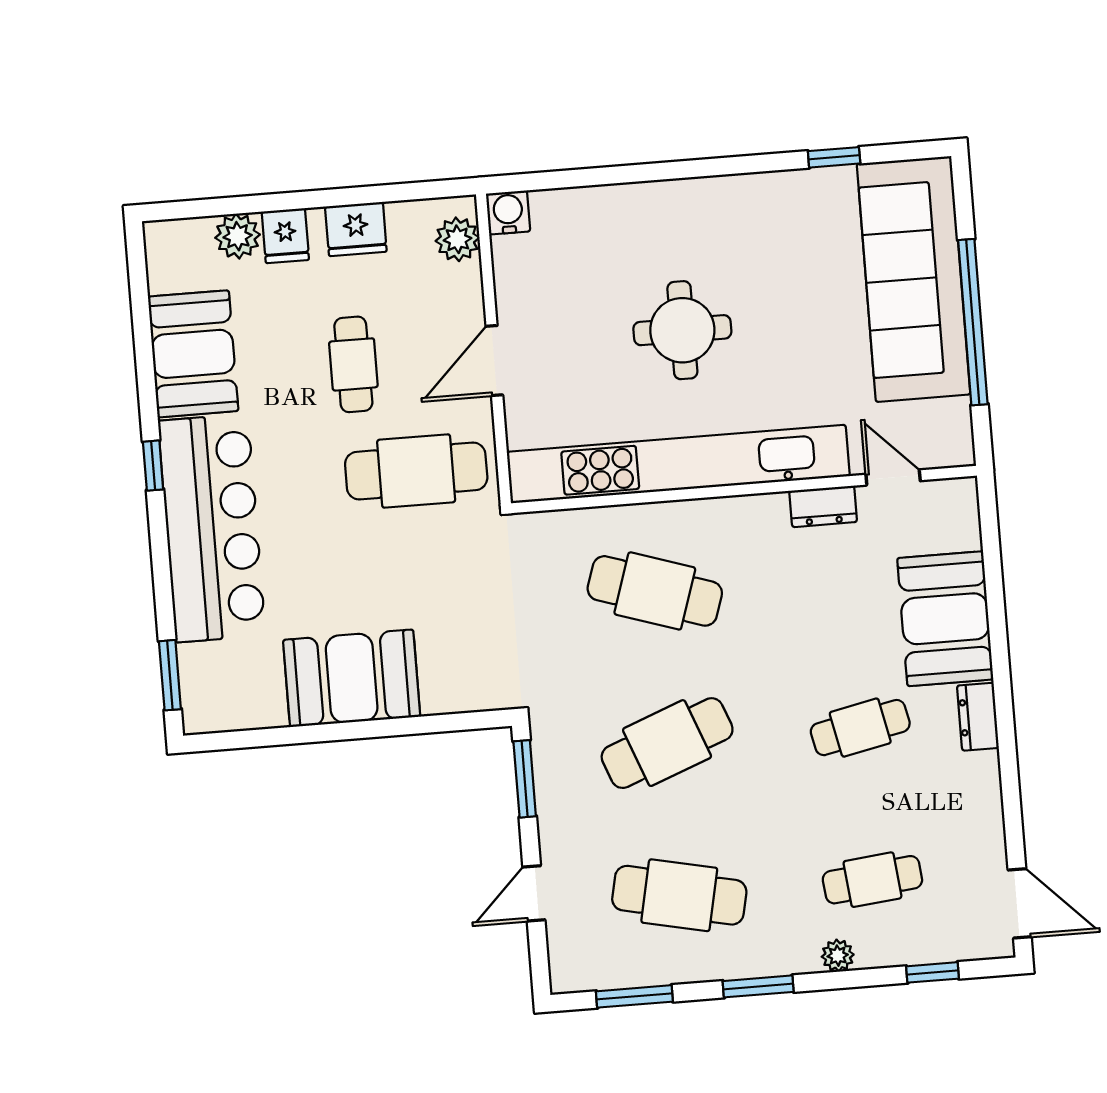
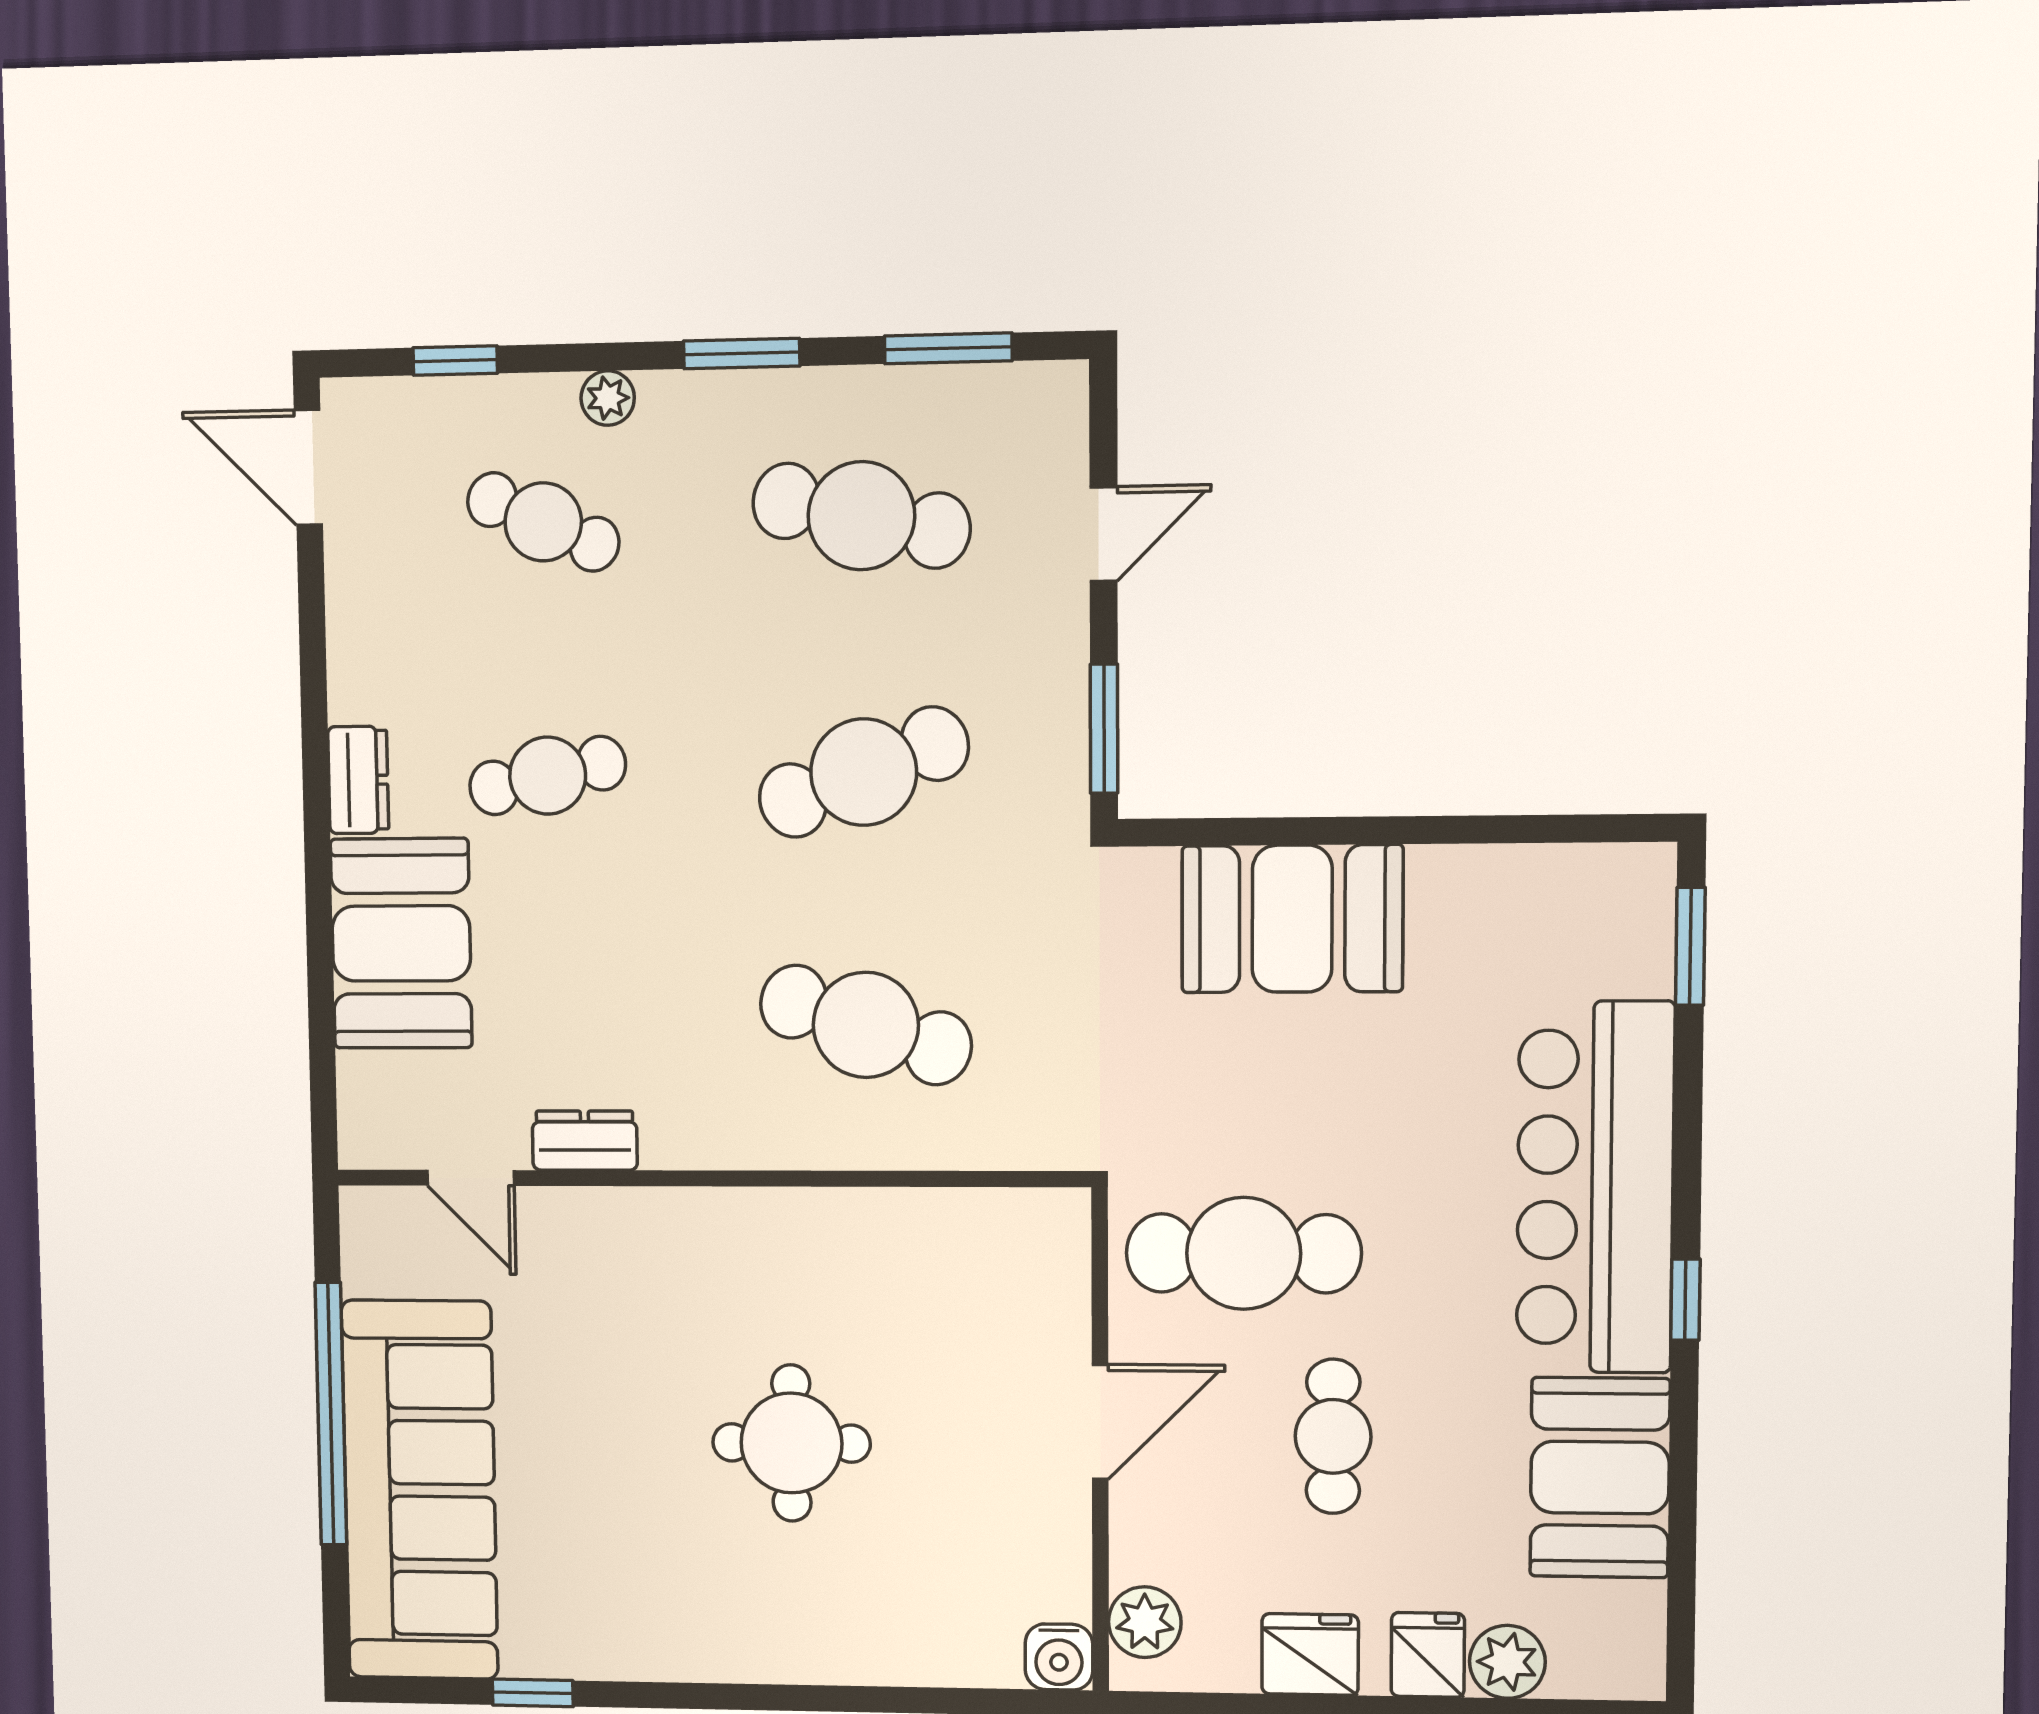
kitchen unit: (678, 464) -> (813, 1229), removed
booth: (352, 678) -> (1292, 919), moved
cafe table: (872, 880) -> (543, 522), turned 30

